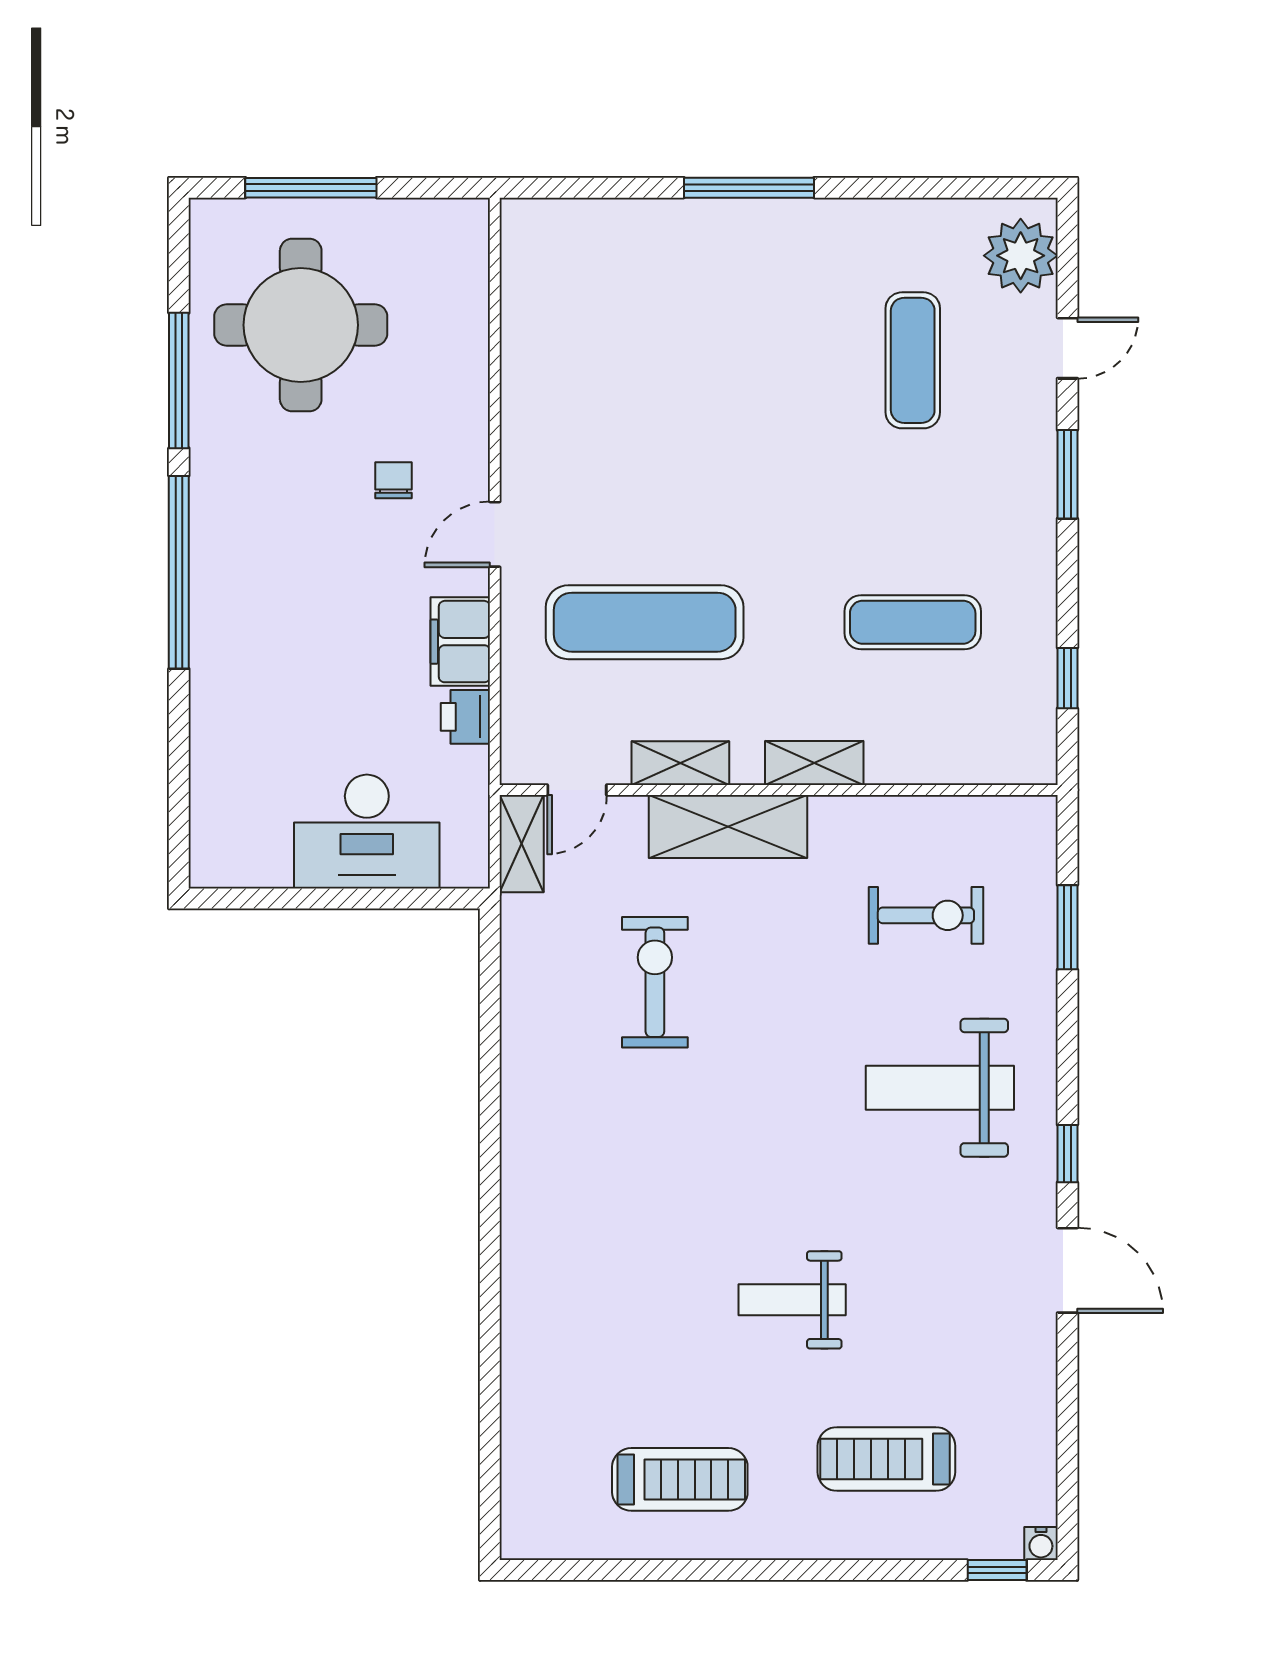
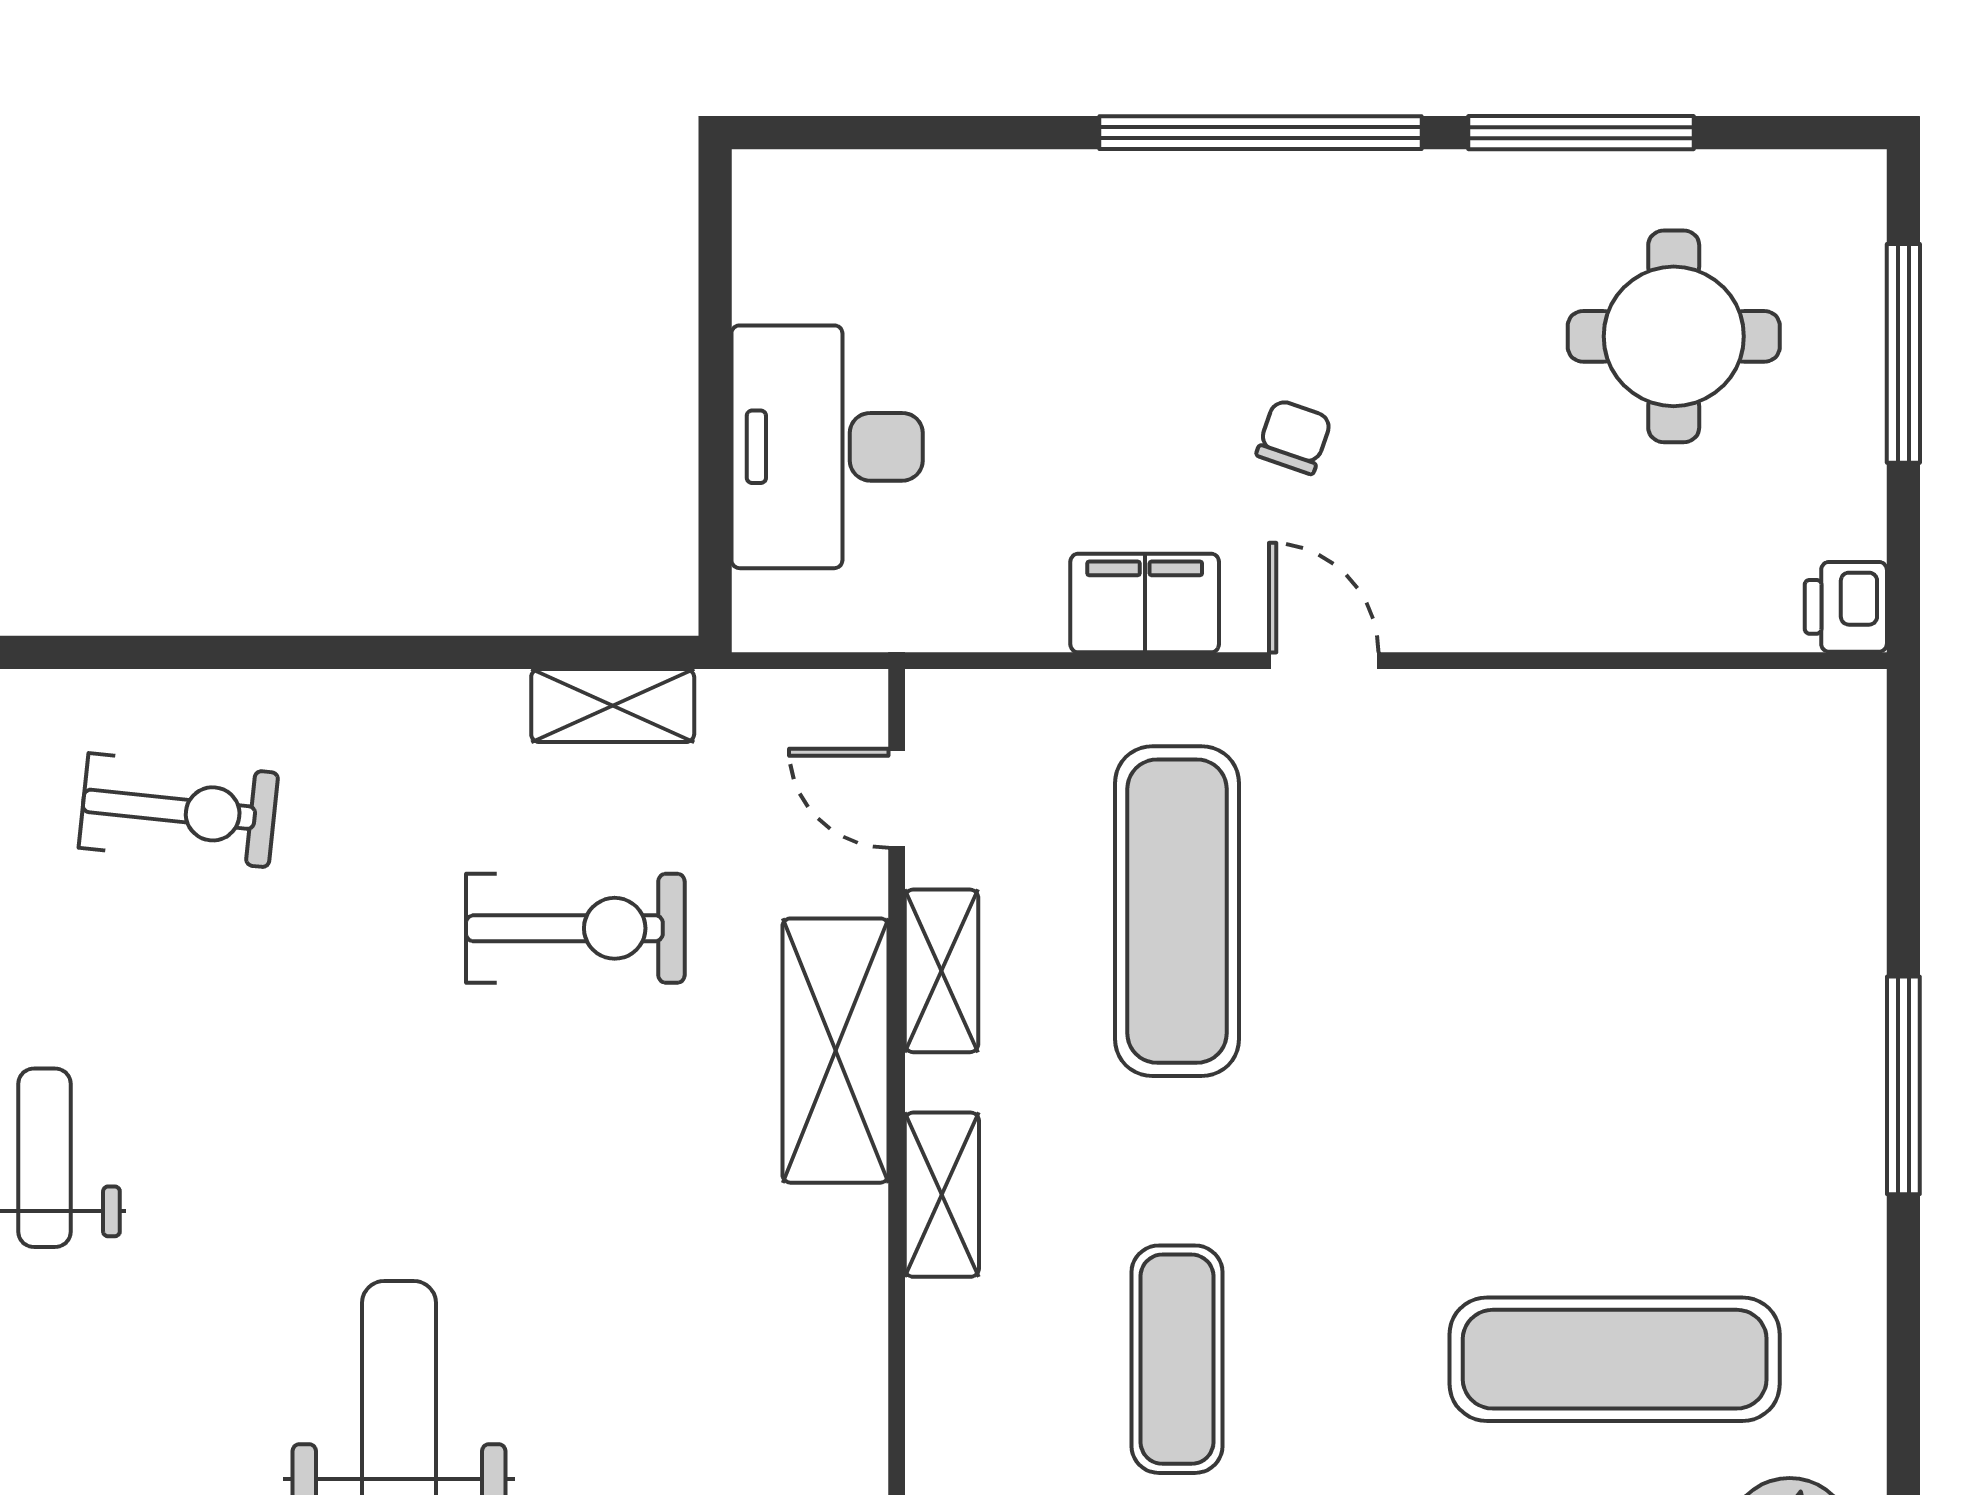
round table: (301, 325) -> (1674, 336), width x0.73, depth x0.73
exercise mat: (913, 360) -> (1615, 1359), width x1.36, depth x1.45
chair: (393, 480) -> (1294, 437), moved, turned -71
printer: (465, 717) -> (1846, 607), moved, turned -90
shelving: (522, 844) -> (613, 706), moved
exercise bike: (926, 915) -> (178, 810), moved, turned -84

